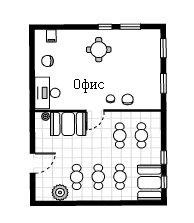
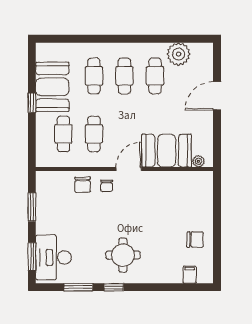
desk: (47, 93) -> (53, 257), moved, turned 180
window: (164, 182) -> (32, 68), removed
booth: (150, 183) -> (52, 87), moved

